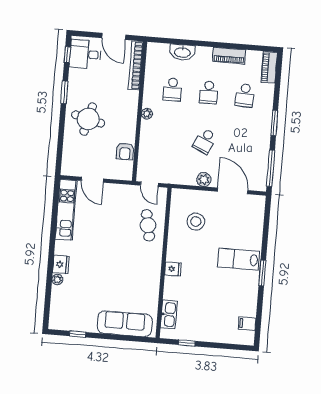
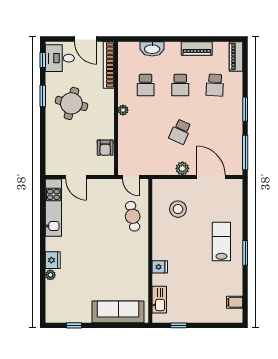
round table: (88, 119) -> (71, 103), moved
lab bench: (238, 259) -> (221, 242), turned 90
fridge: (173, 269) -> (160, 267), moved

